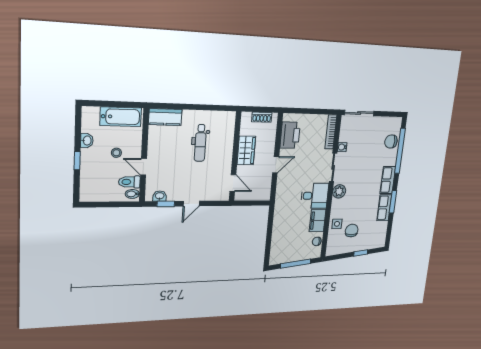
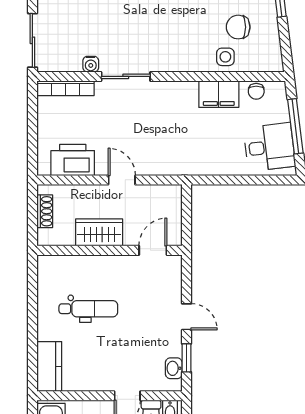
plant: (339, 191) -> (167, 60), removed
desk: (315, 196) -> (269, 147), moved, turned 83

